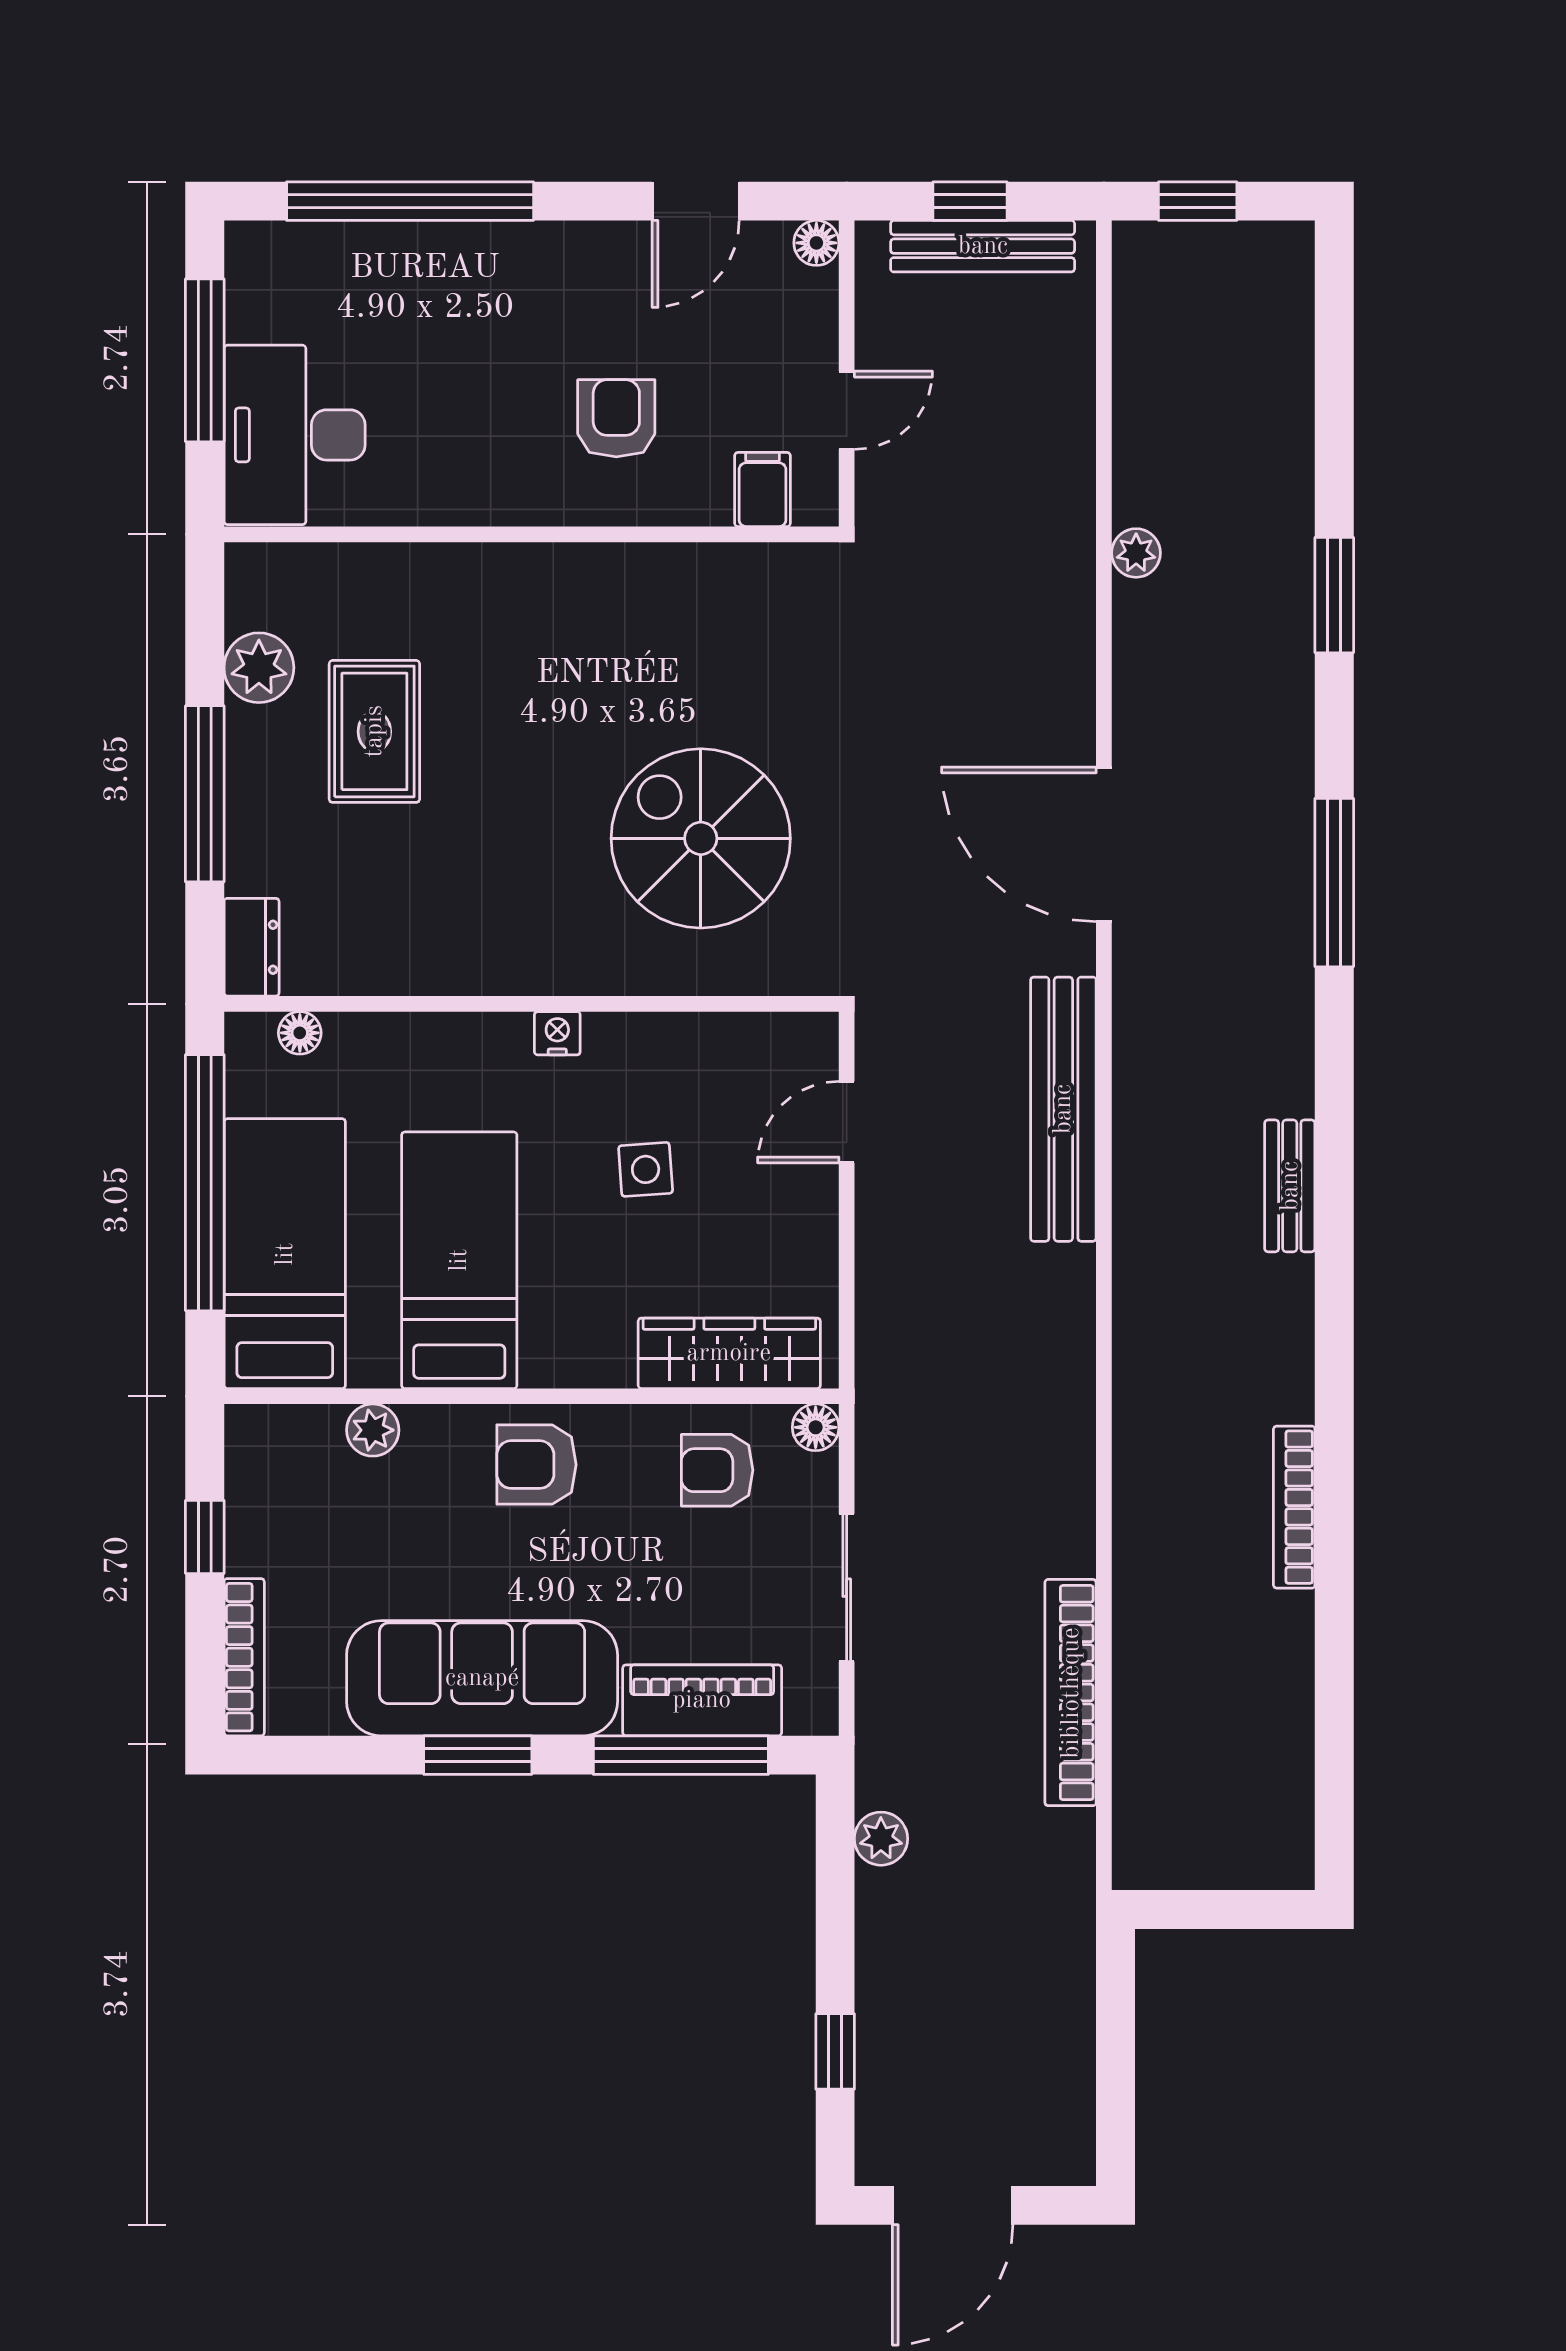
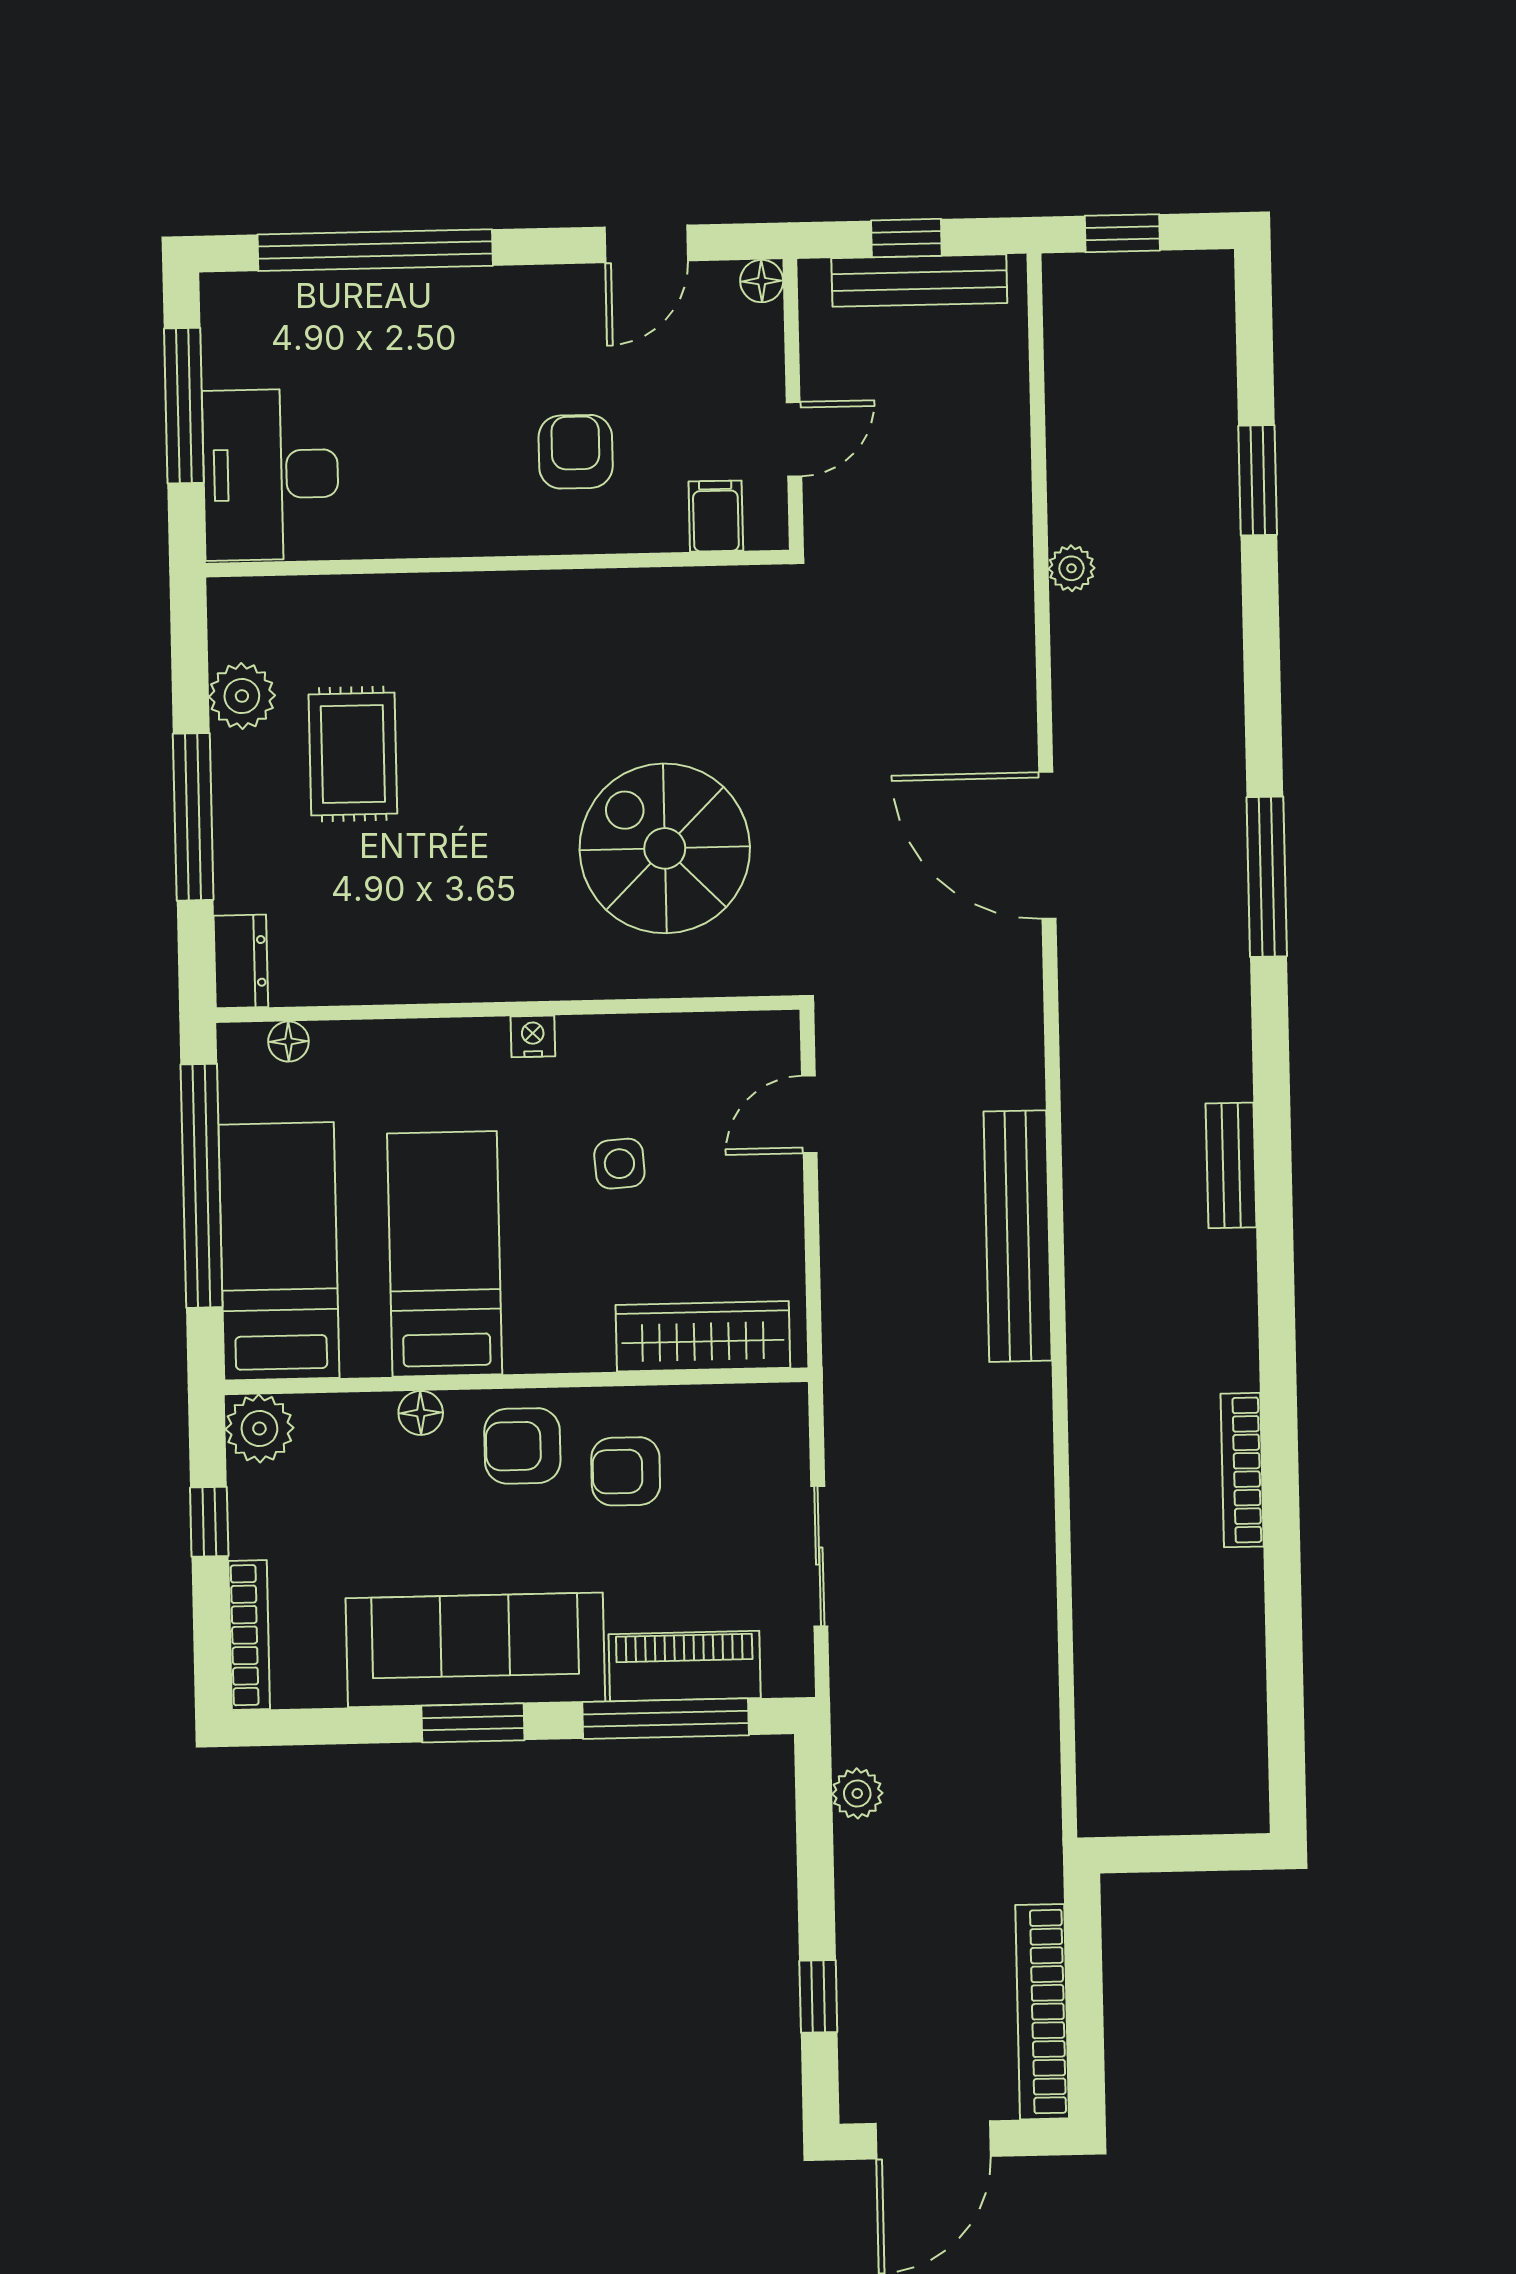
window: (1334, 595) -> (1258, 480), moved
bench: (1063, 1109) -> (1018, 1236), moved
floor lamp: (816, 1427) -> (421, 1413), moved
plant: (373, 1430) -> (259, 1429), moved, width x1.38, depth x1.38
armchair: (717, 1470) -> (626, 1471), moved
bookcase: (1071, 1693) -> (1042, 2012), moved

